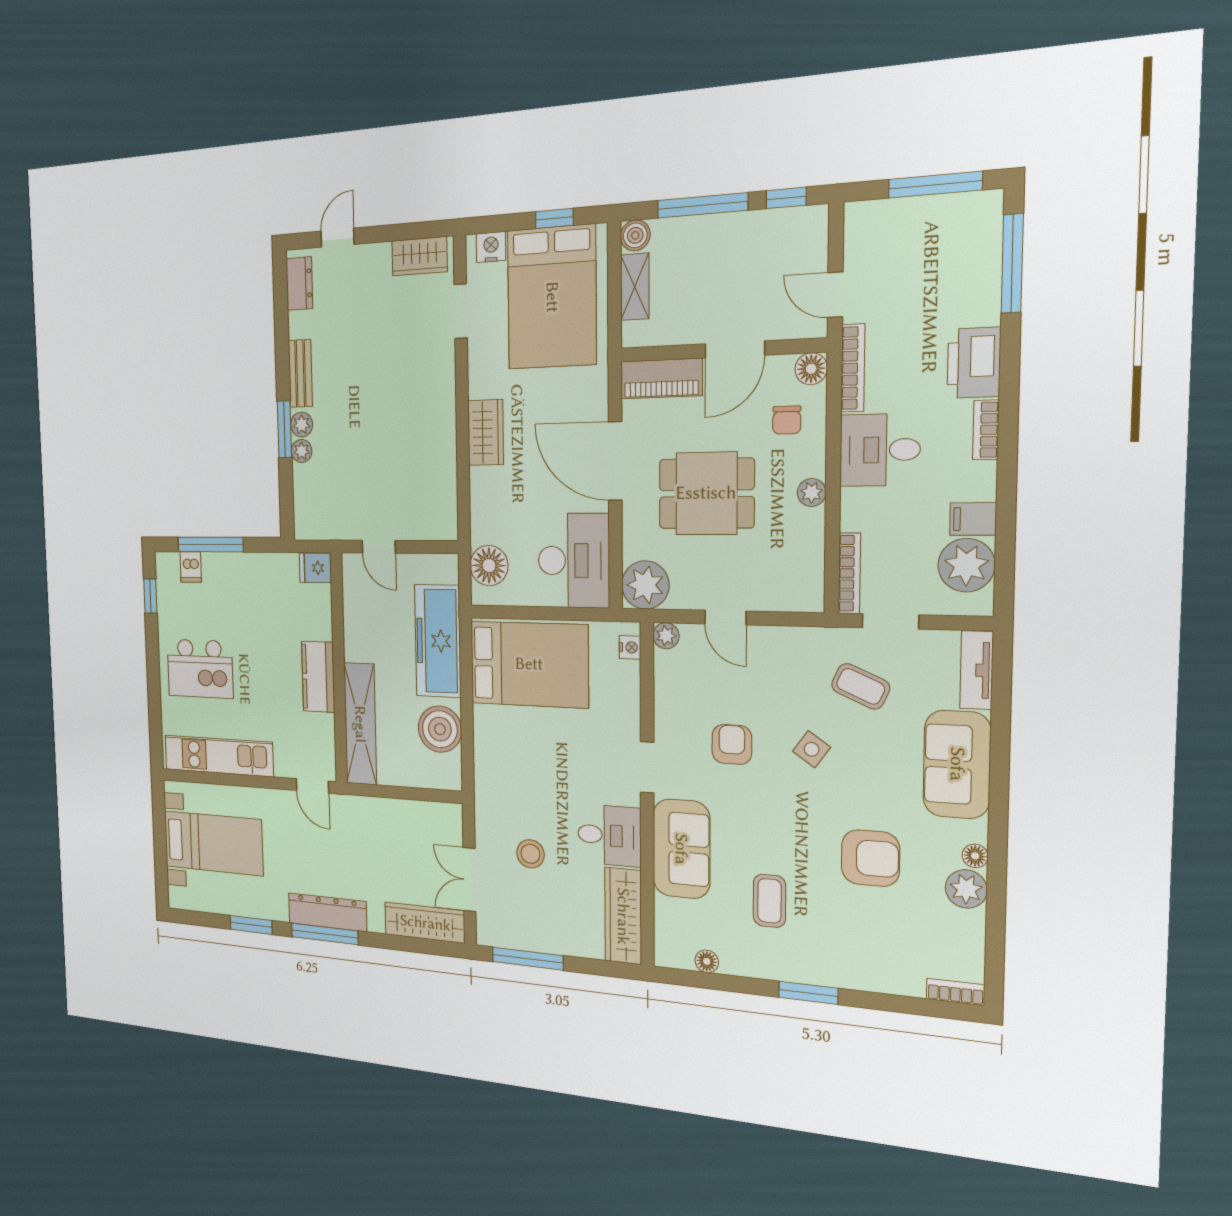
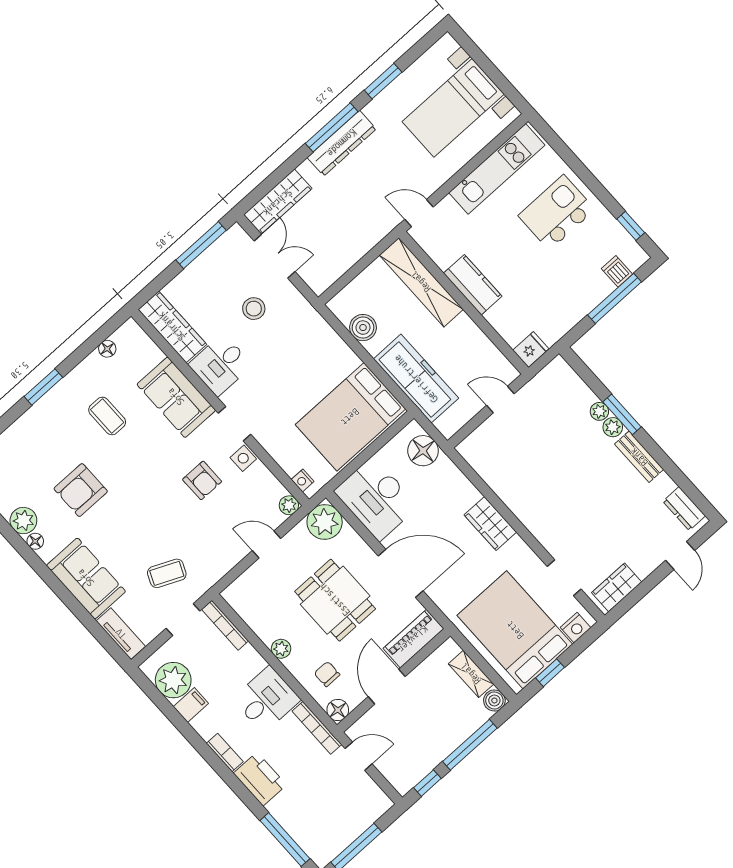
dining table: (706, 493) -> (335, 600), turned 90
boiler: (440, 729) -> (363, 328), width x0.73, depth x0.73
side table: (812, 749) -> (243, 458), moved, turned -35

